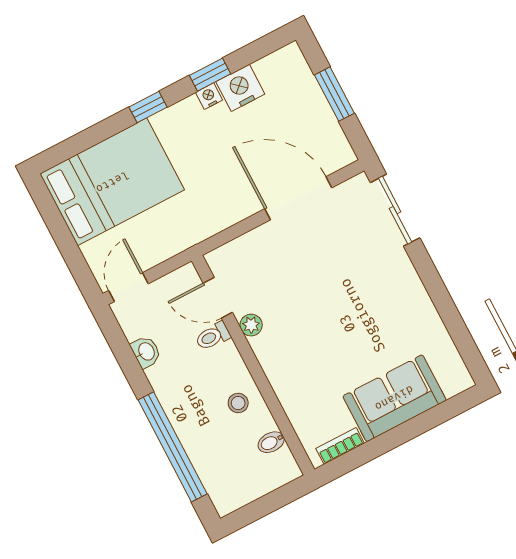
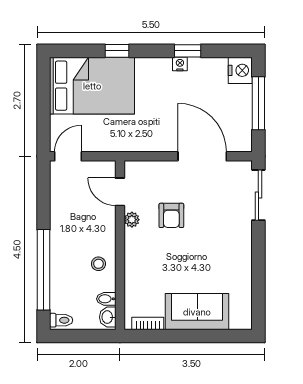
nightstand: (240, 88) -> (240, 70), moved, turned 90
window: (334, 94) -> (258, 103), width x1.44
window: (148, 107) -> (117, 51), moved
armchair: (298, 294) -> (171, 215), added
toilet: (213, 336) -> (61, 320), moved, turned 180
washbasin: (146, 352) -> (108, 317), moved, turned 180

